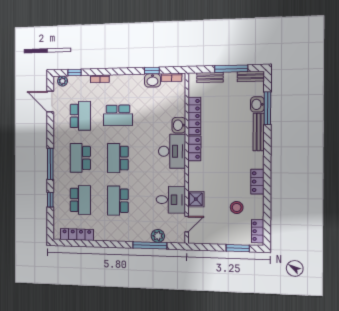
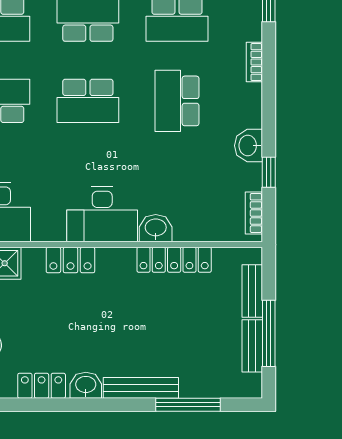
bench: (251, 76) -> (252, 346), moved
washbasin: (152, 80) -> (248, 146), moved
washbasin: (257, 104) -> (86, 385), moved
locker: (194, 148) -> (70, 260), moved
school desk: (118, 158) -> (88, 101), turned 180

